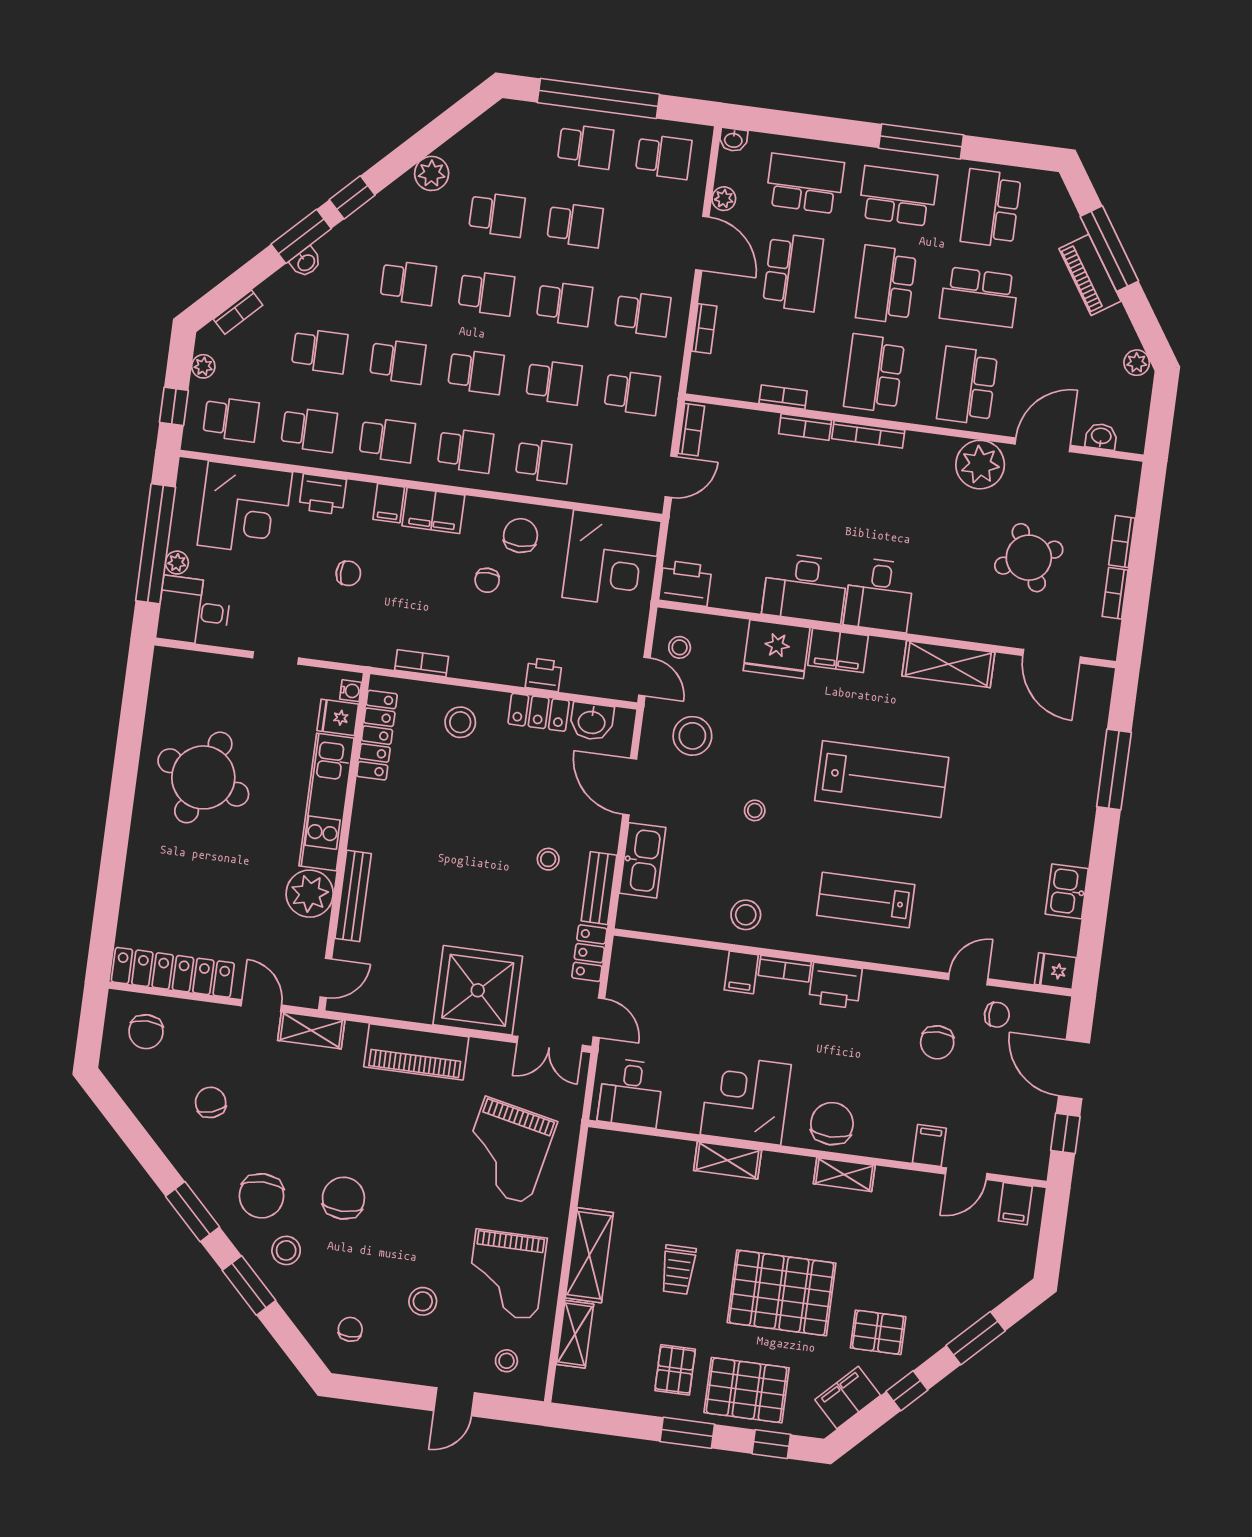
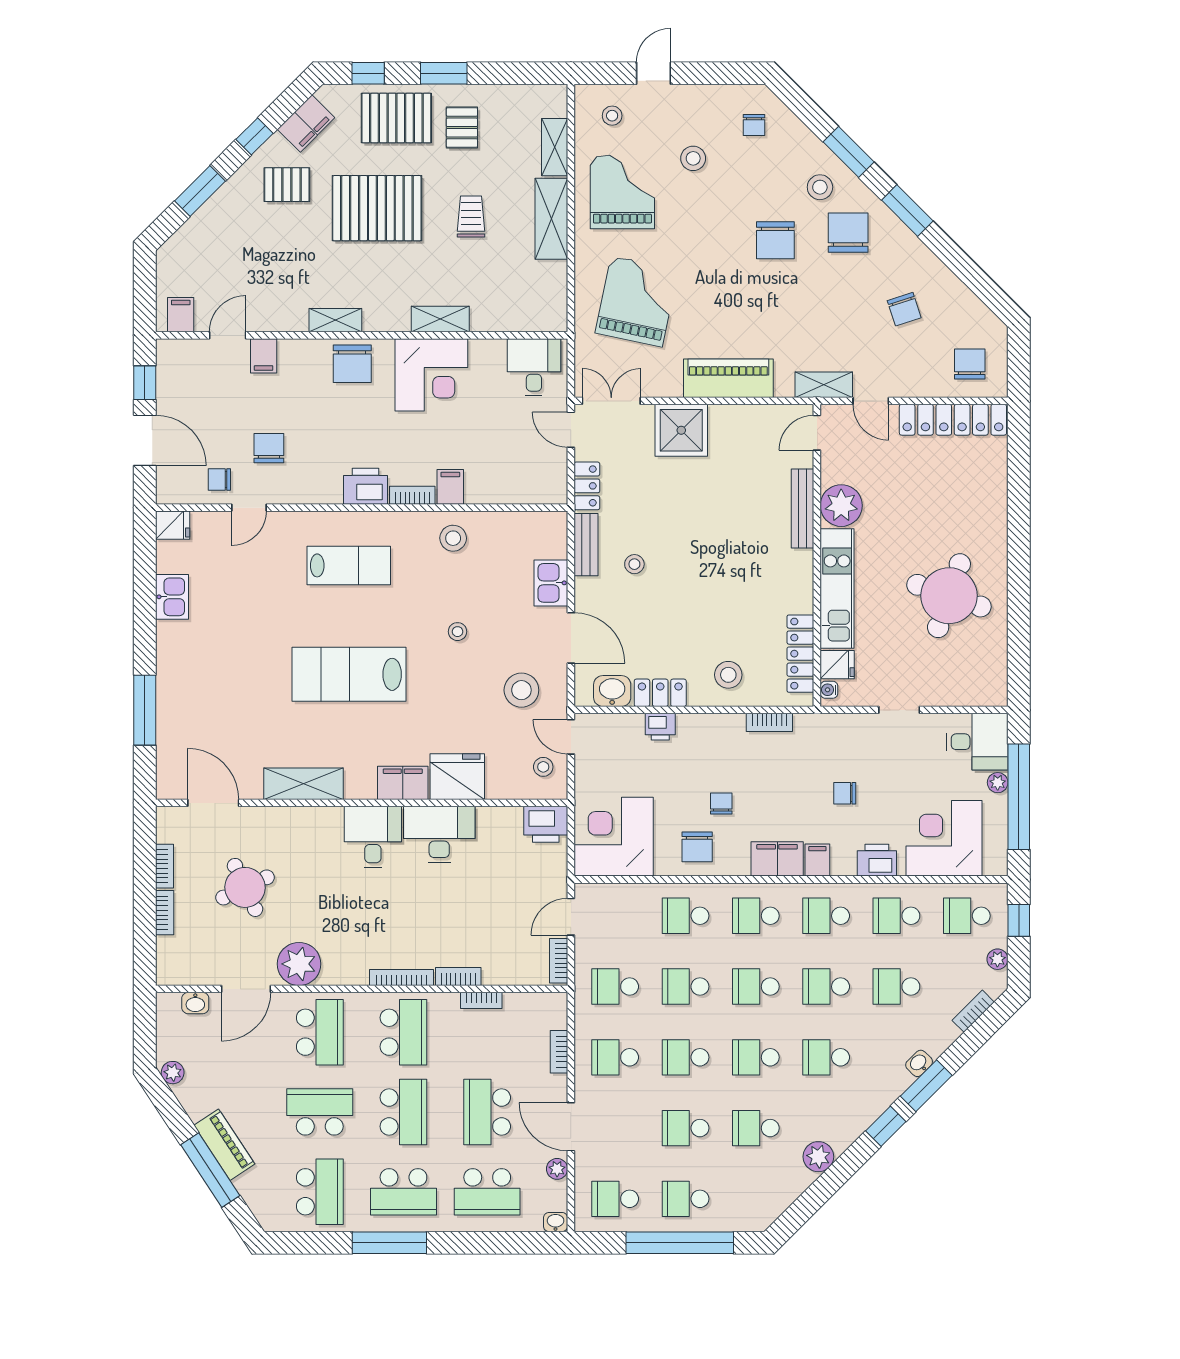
kitchen sink: (643, 860) -> (551, 583), width x0.73
shower: (478, 990) -> (681, 430), width x0.73, depth x0.73

